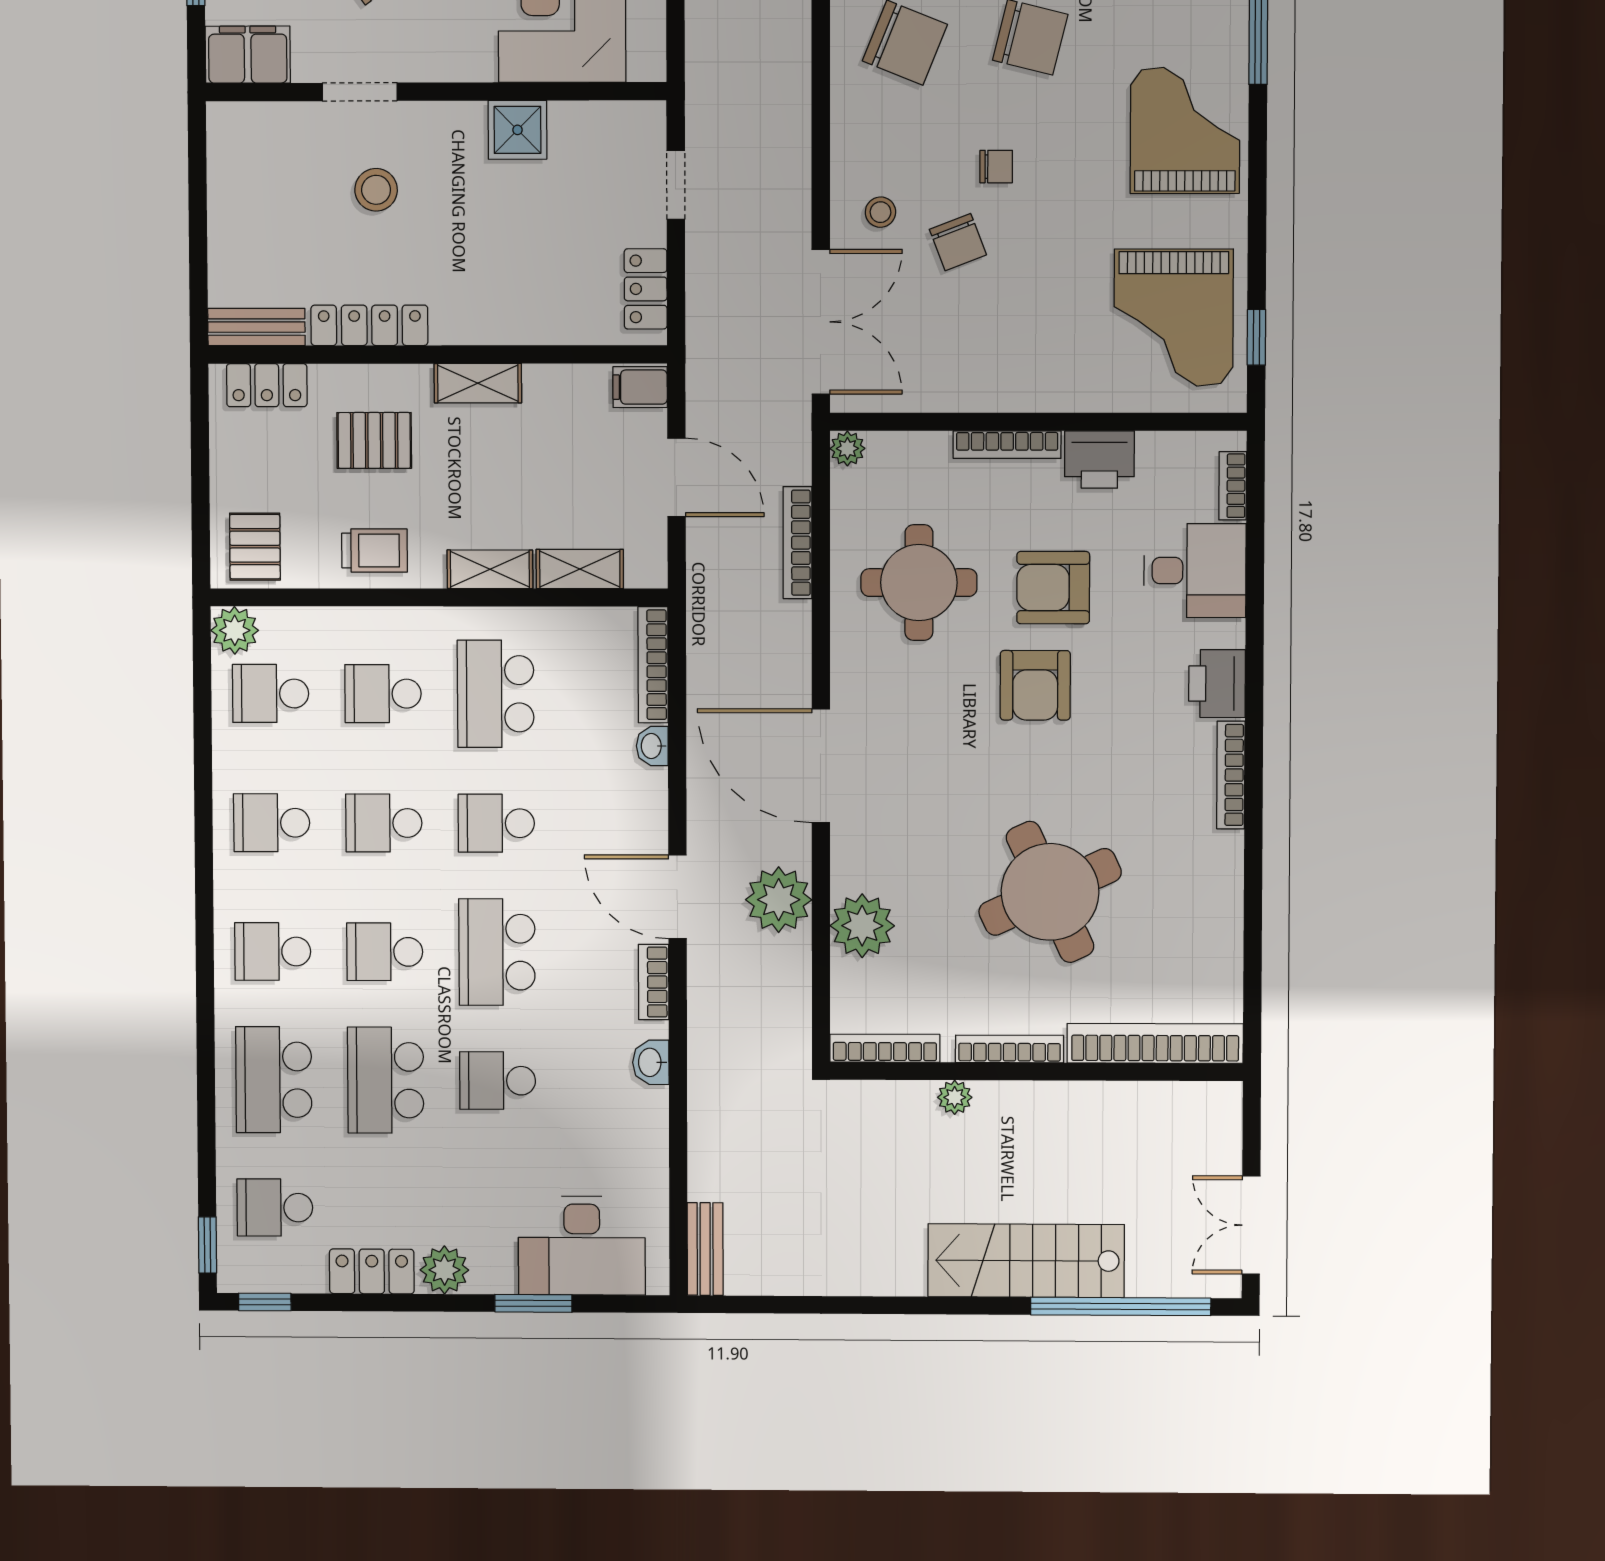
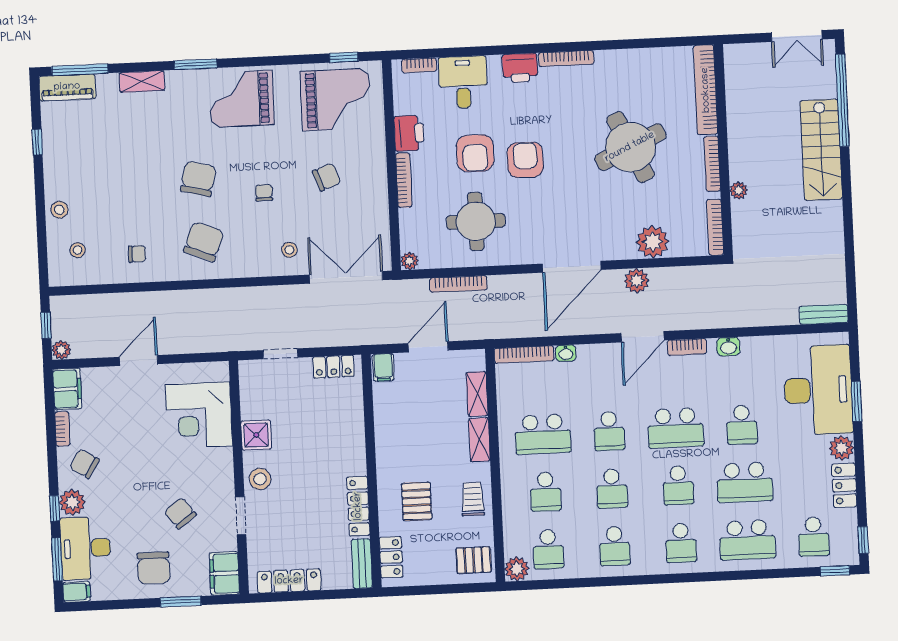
locker: (228, 182) -> (289, 581), added
stool: (376, 190) -> (260, 479), moved
chair: (958, 242) -> (327, 177), moved
shelving: (478, 383) -> (385, 450), removed
armchair: (1035, 685) -> (525, 160), turned -90
plant: (779, 900) -> (637, 281), width x0.73, depth x0.73
desk: (582, 1246) -> (818, 390), width x1.36, depth x1.30

